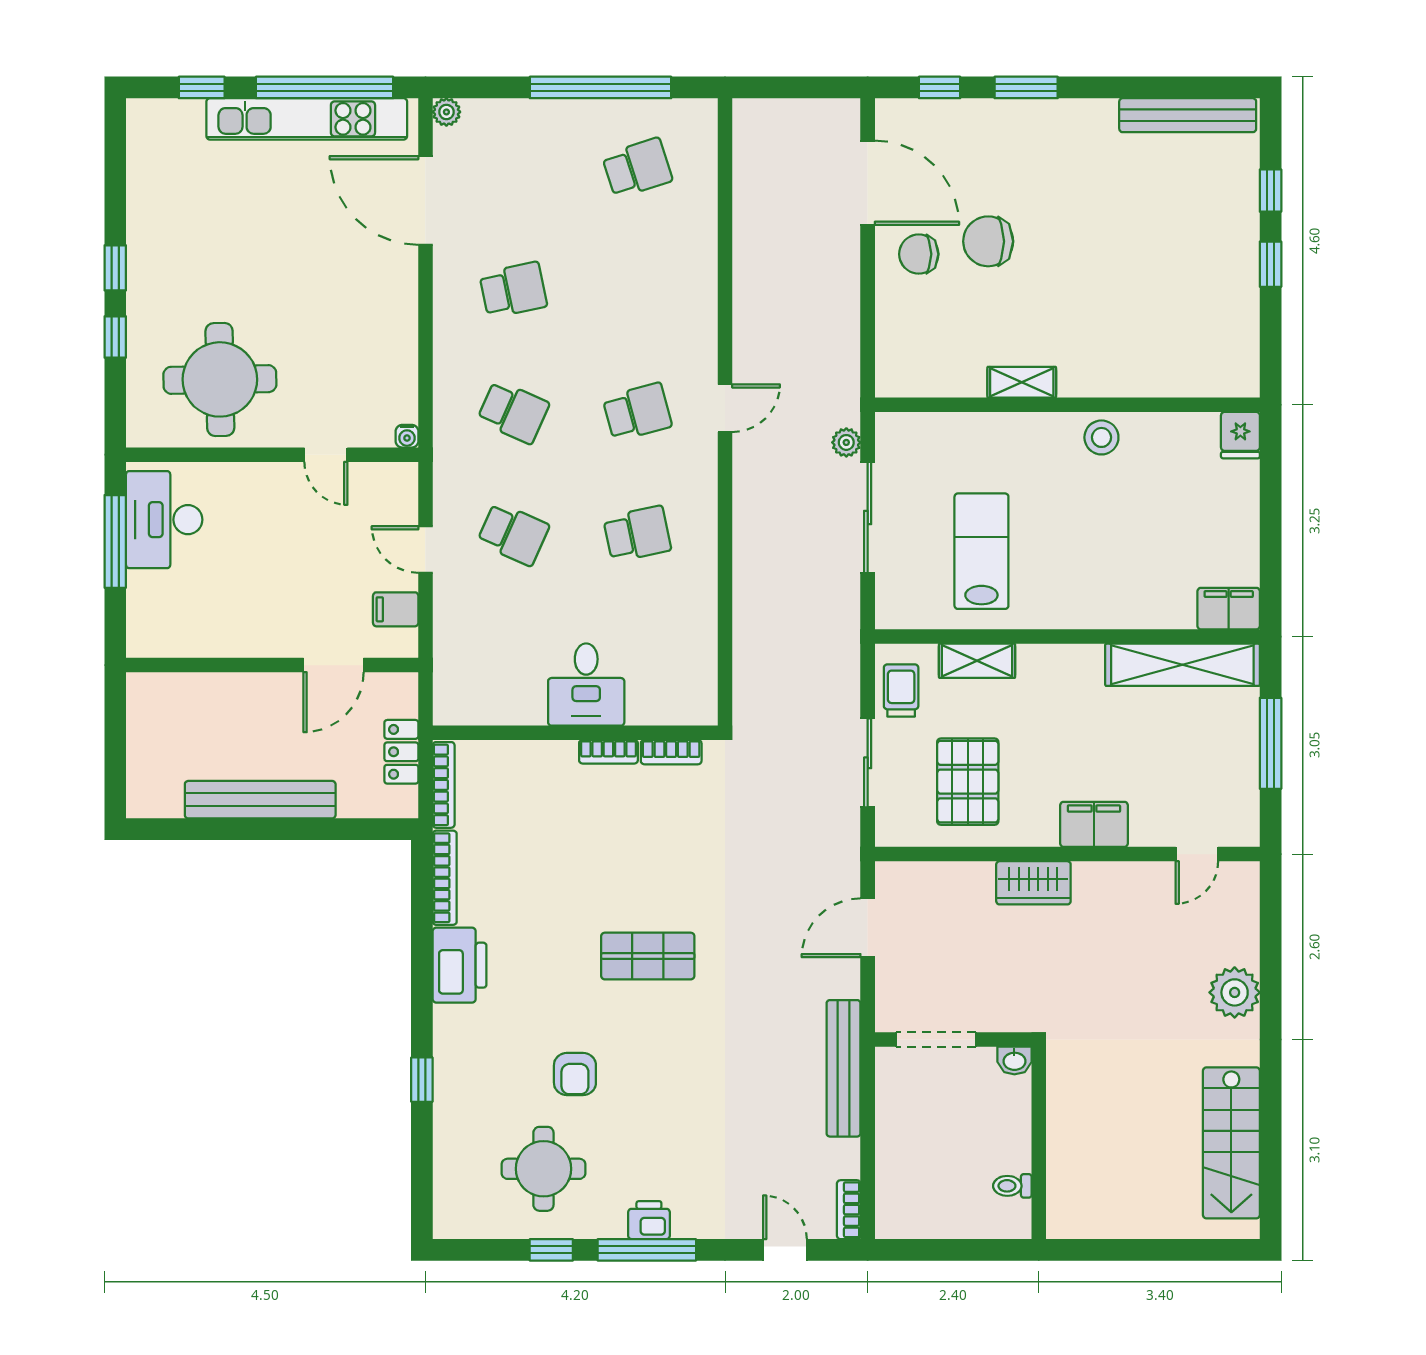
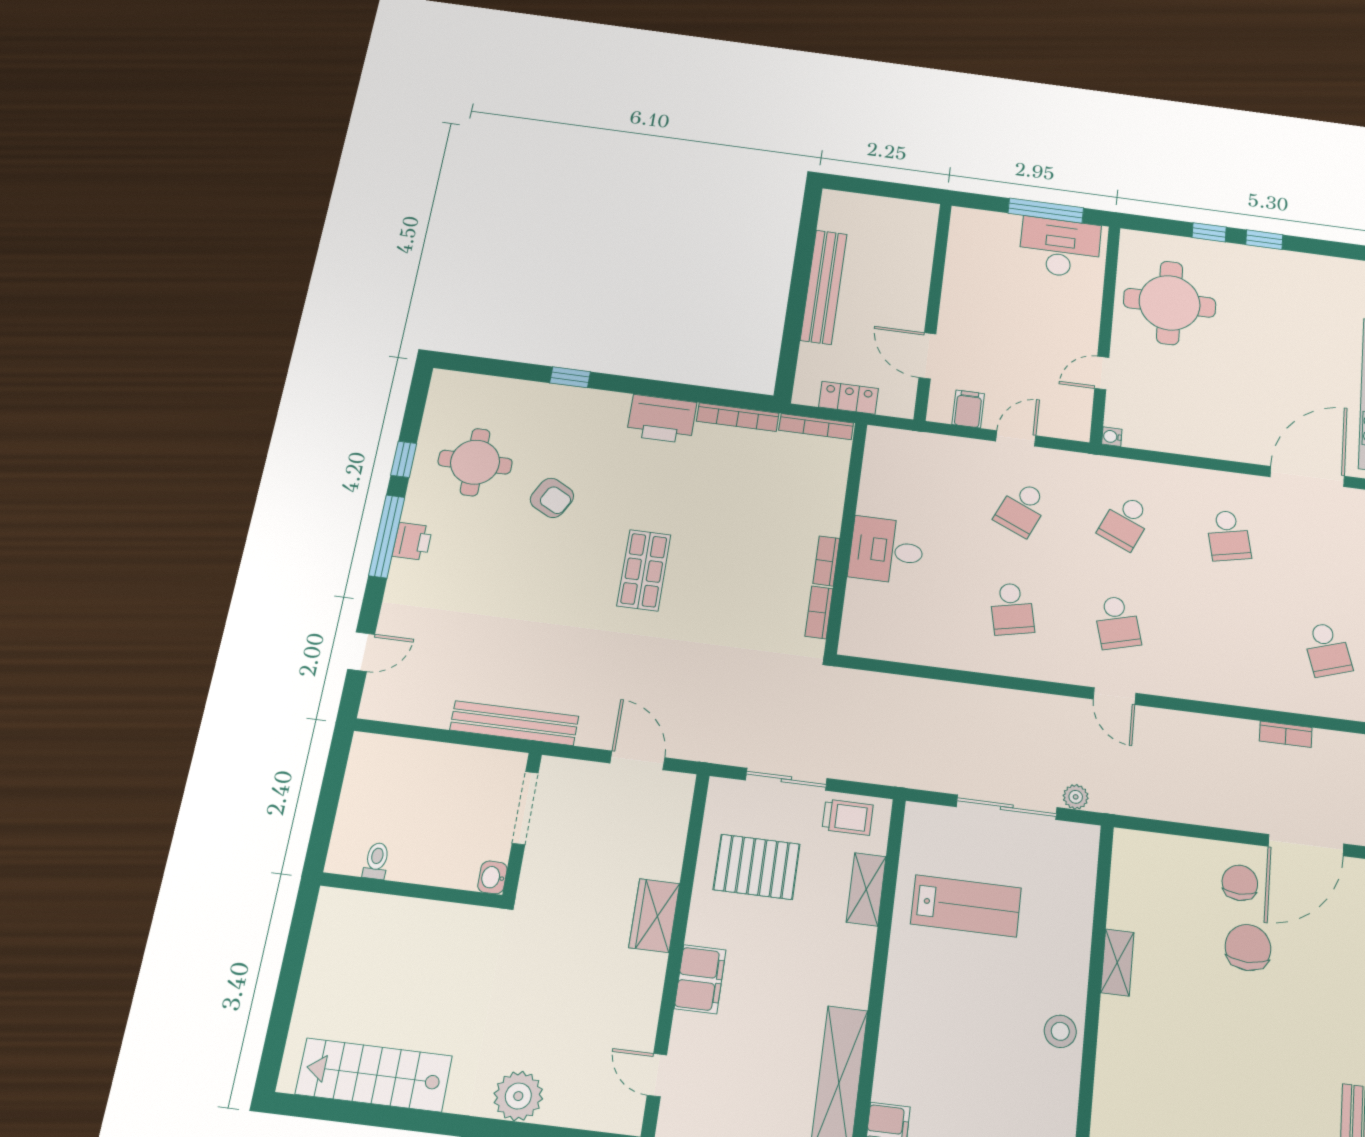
armchair: (575, 1074) -> (552, 498), turned -152
bookcase: (849, 1210) -> (1286, 734), moved, turned 180

